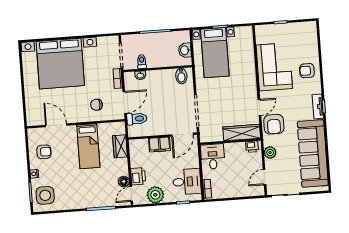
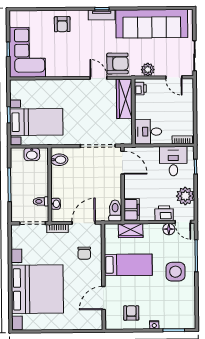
corner sofa: (274, 67) -> (27, 52), moved, turned 90
door: (125, 102) -> (84, 223), hinge flipped
toilet: (137, 119) -> (115, 211), moved
filing cabinet: (159, 144) -> (132, 210), moved
side table: (45, 195) -> (175, 272), moved

